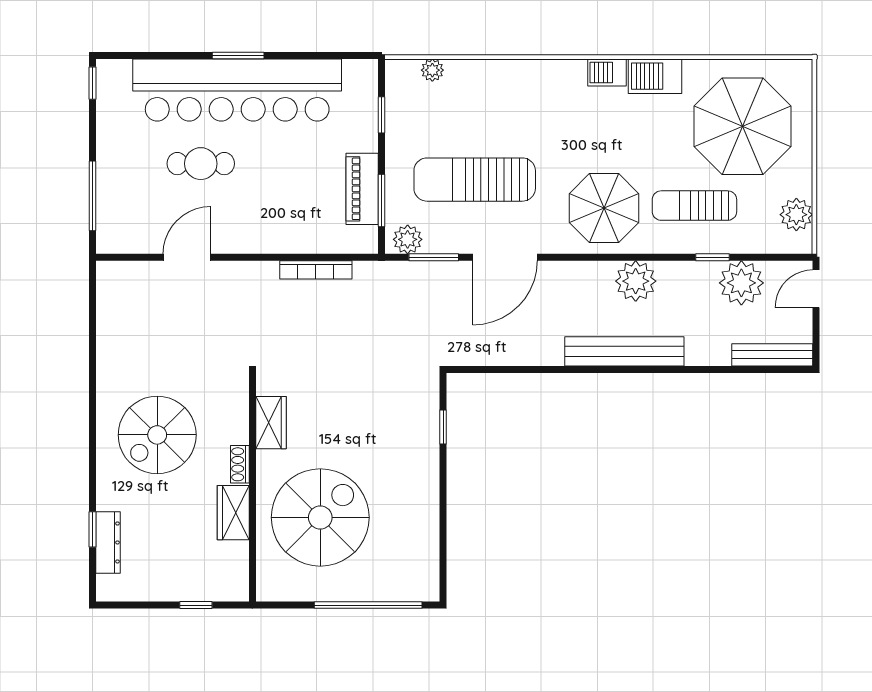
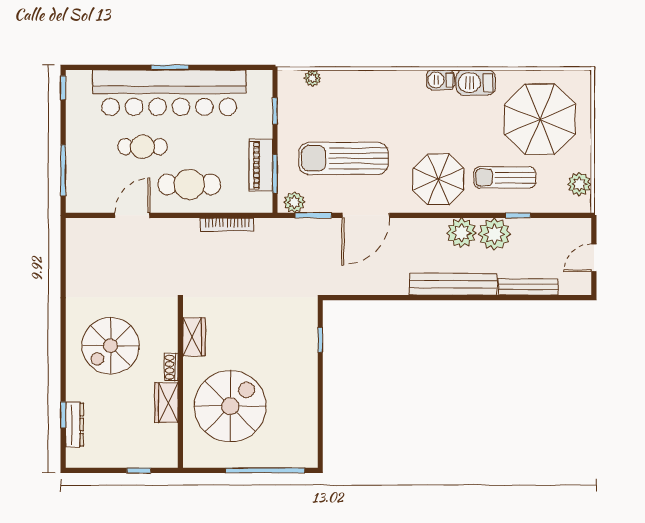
cafe table: (264, 215) -> (189, 184), added
plant: (741, 283) -> (494, 234), moved
door: (816, 289) -> (594, 258), moved
bench: (772, 355) -> (528, 287), moved

